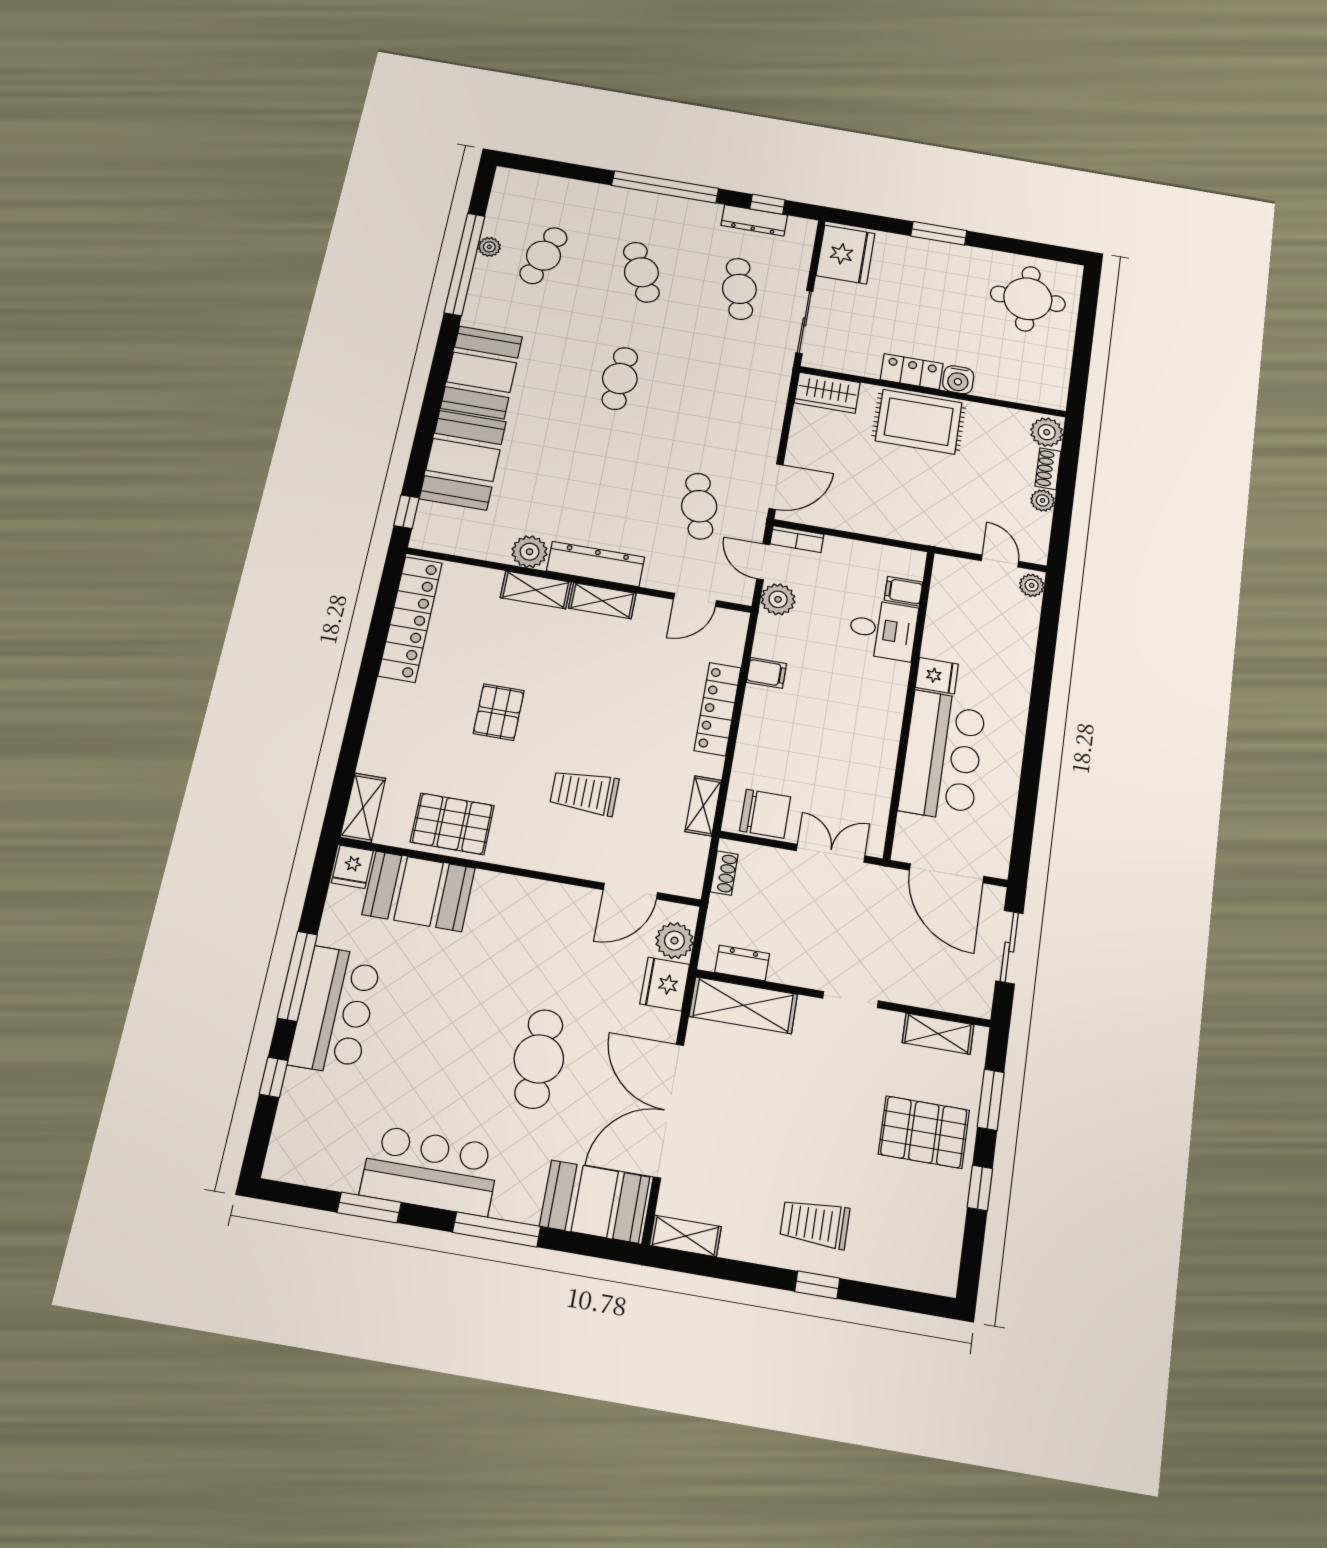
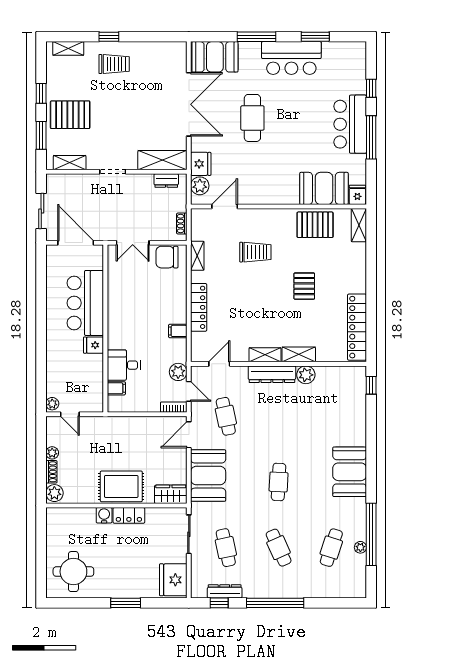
booth: (463, 460) -> (208, 476), moved
shelving: (686, 1236) -> (68, 48), moved

